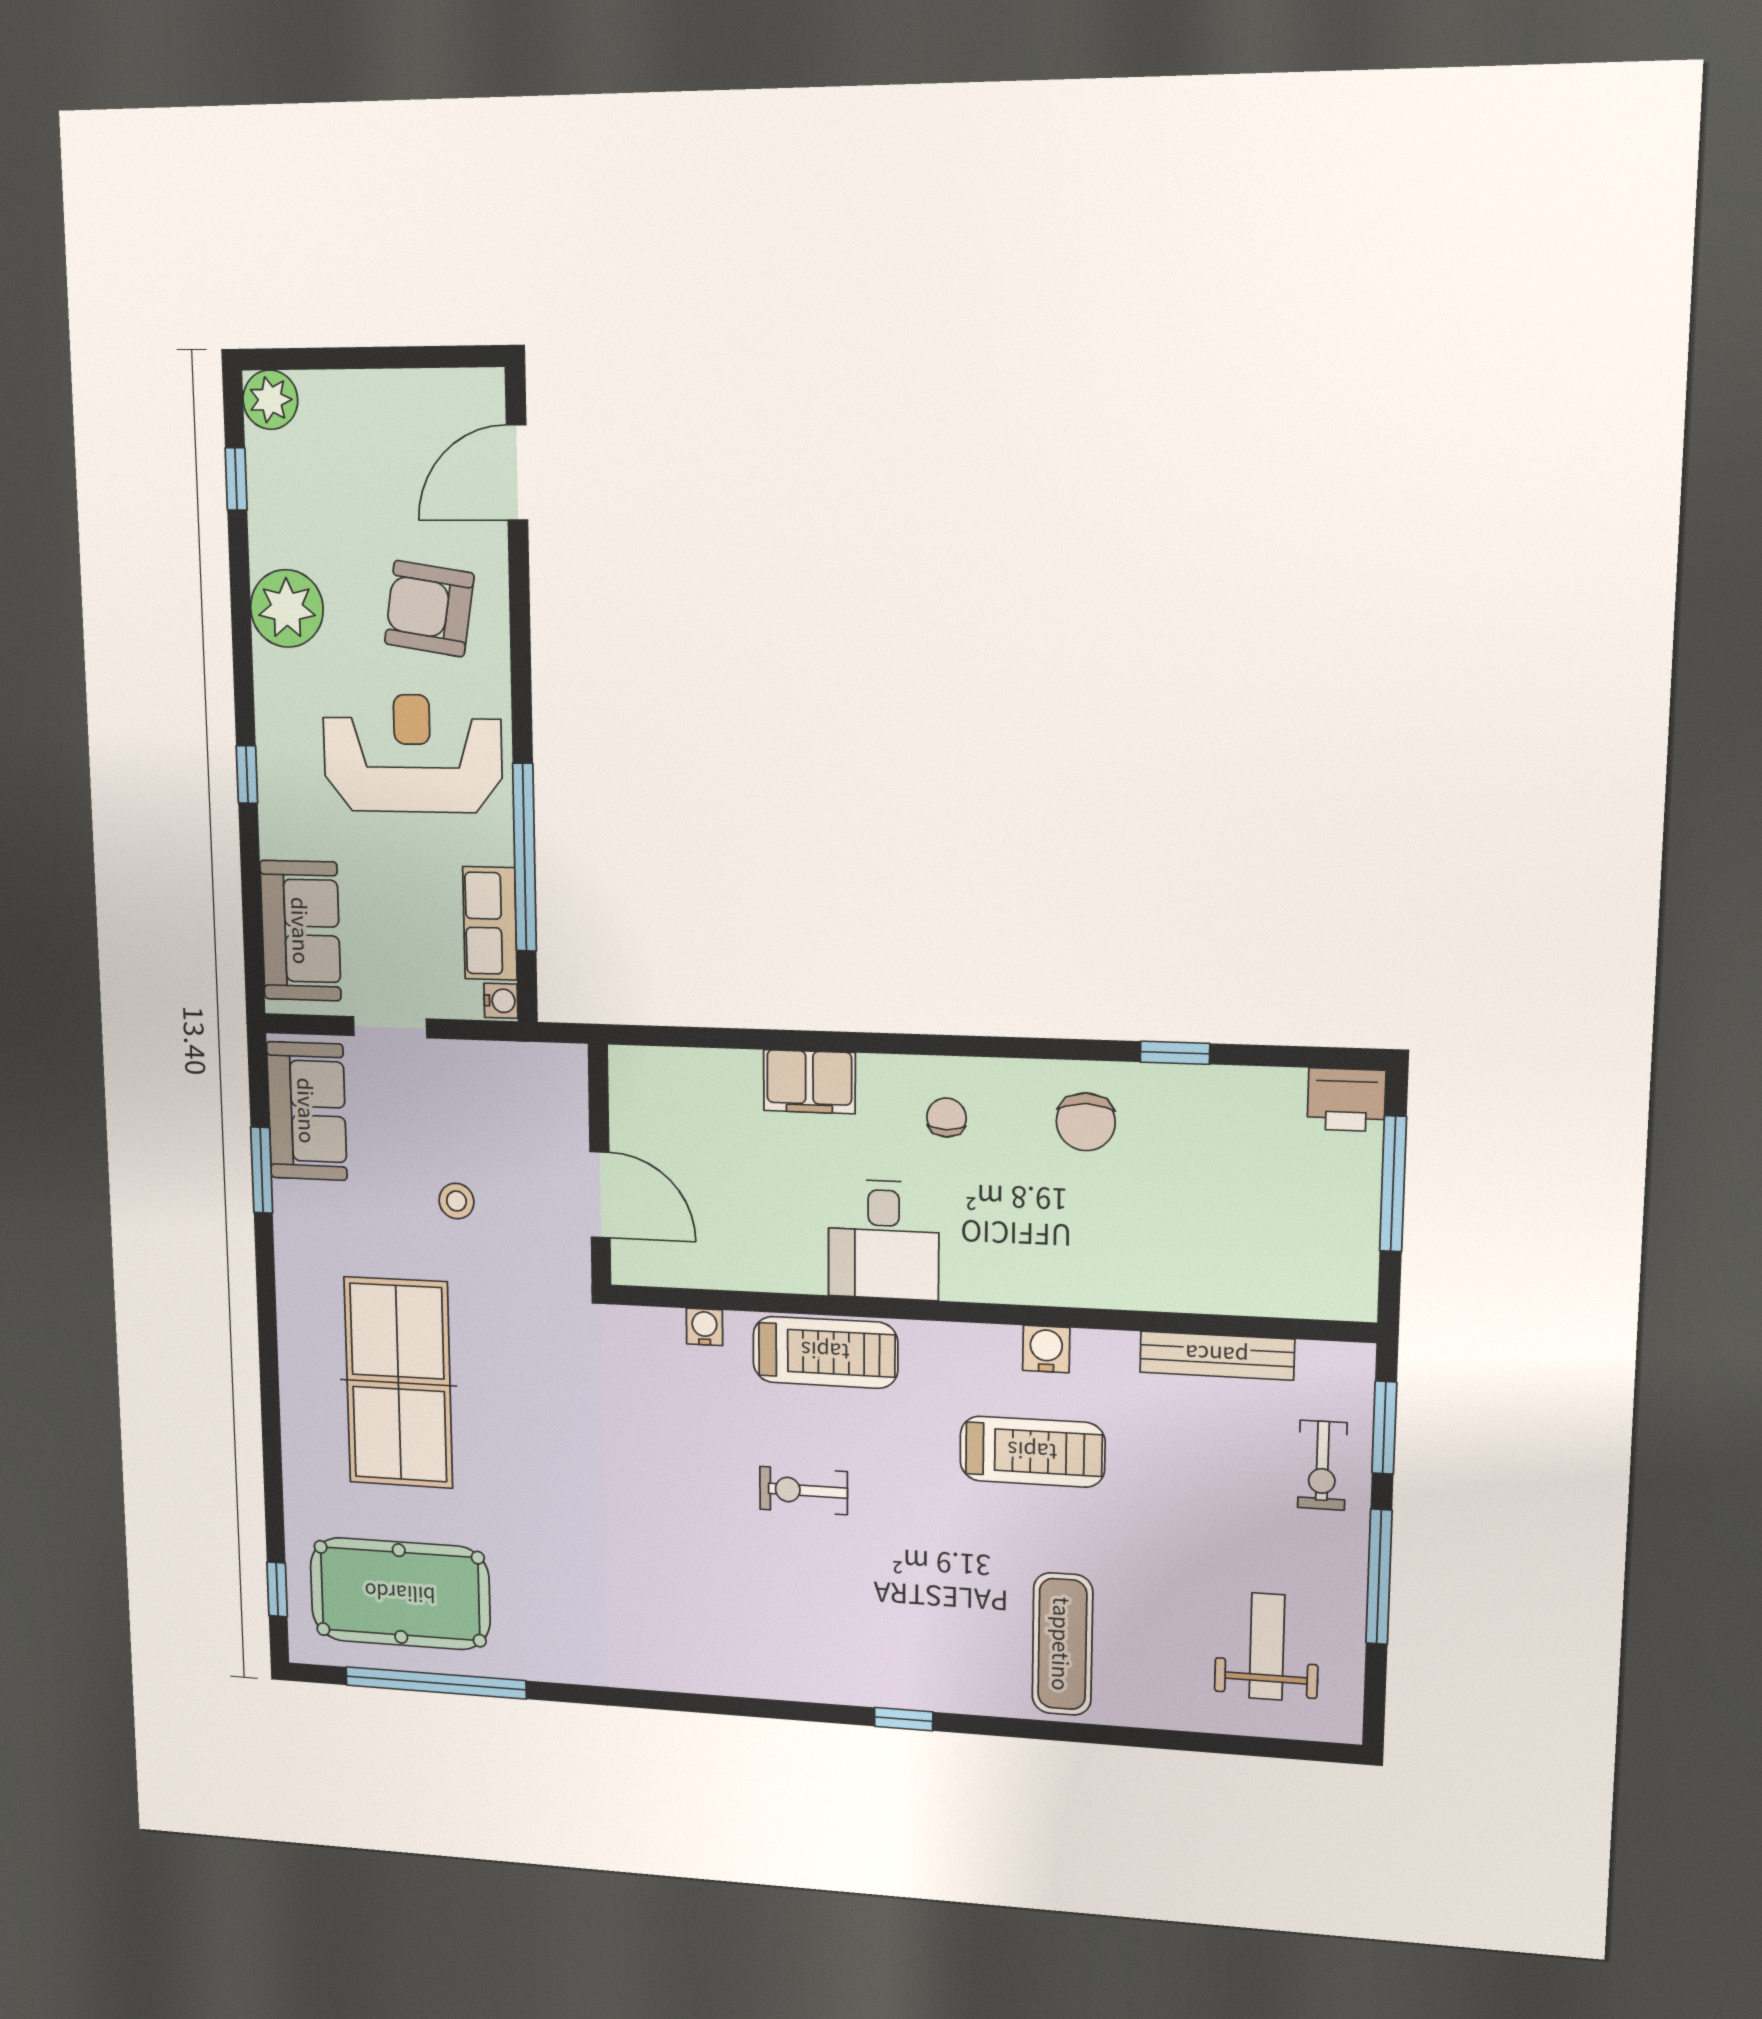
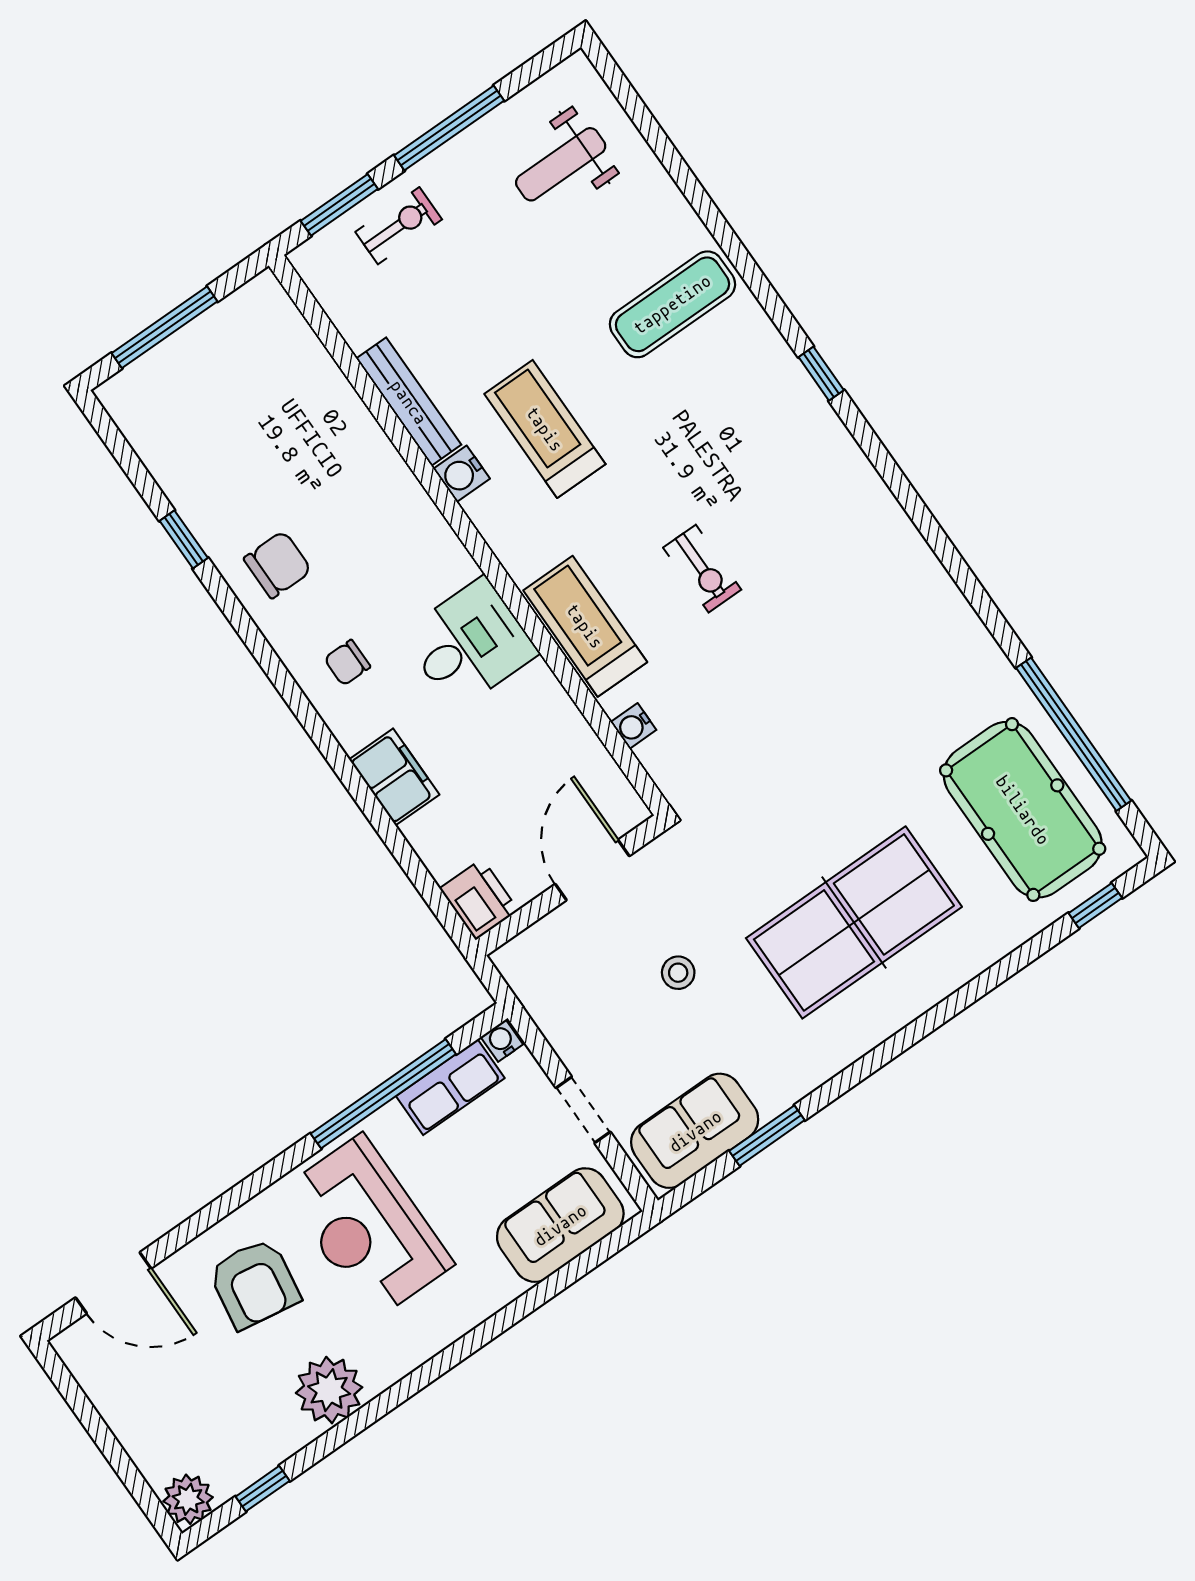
window: (247, 774) -> (473, 1342), removed
printer: (1346, 1100) -> (479, 899), moved
bench: (1217, 1356) -> (409, 402), moved

